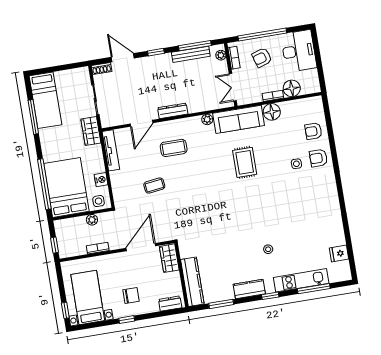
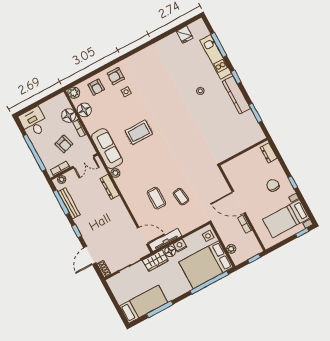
desk: (299, 51) -> (34, 122), width x0.73
armchair: (262, 58) -> (64, 144), moved
plant: (316, 103) -> (74, 93), added
dresser: (173, 111) -> (110, 187), moved
floor lamp: (272, 112) -> (84, 110), moved
door: (141, 123) -> (143, 236), moved
coffee table: (174, 148) -> (156, 198), moved
floor lamp: (96, 151) -> (170, 251), added
armchair: (318, 158) -> (116, 76), turned 90
nightstand: (101, 180) -> (180, 245), moved
plant: (92, 220) -> (231, 249), moved
door: (141, 247) -> (239, 202), moved
wardrobe: (169, 258) -> (234, 166), removed
kitchen counter: (192, 282) -> (246, 141), removed
kitchen counter: (249, 289) -> (236, 95), width x1.50

